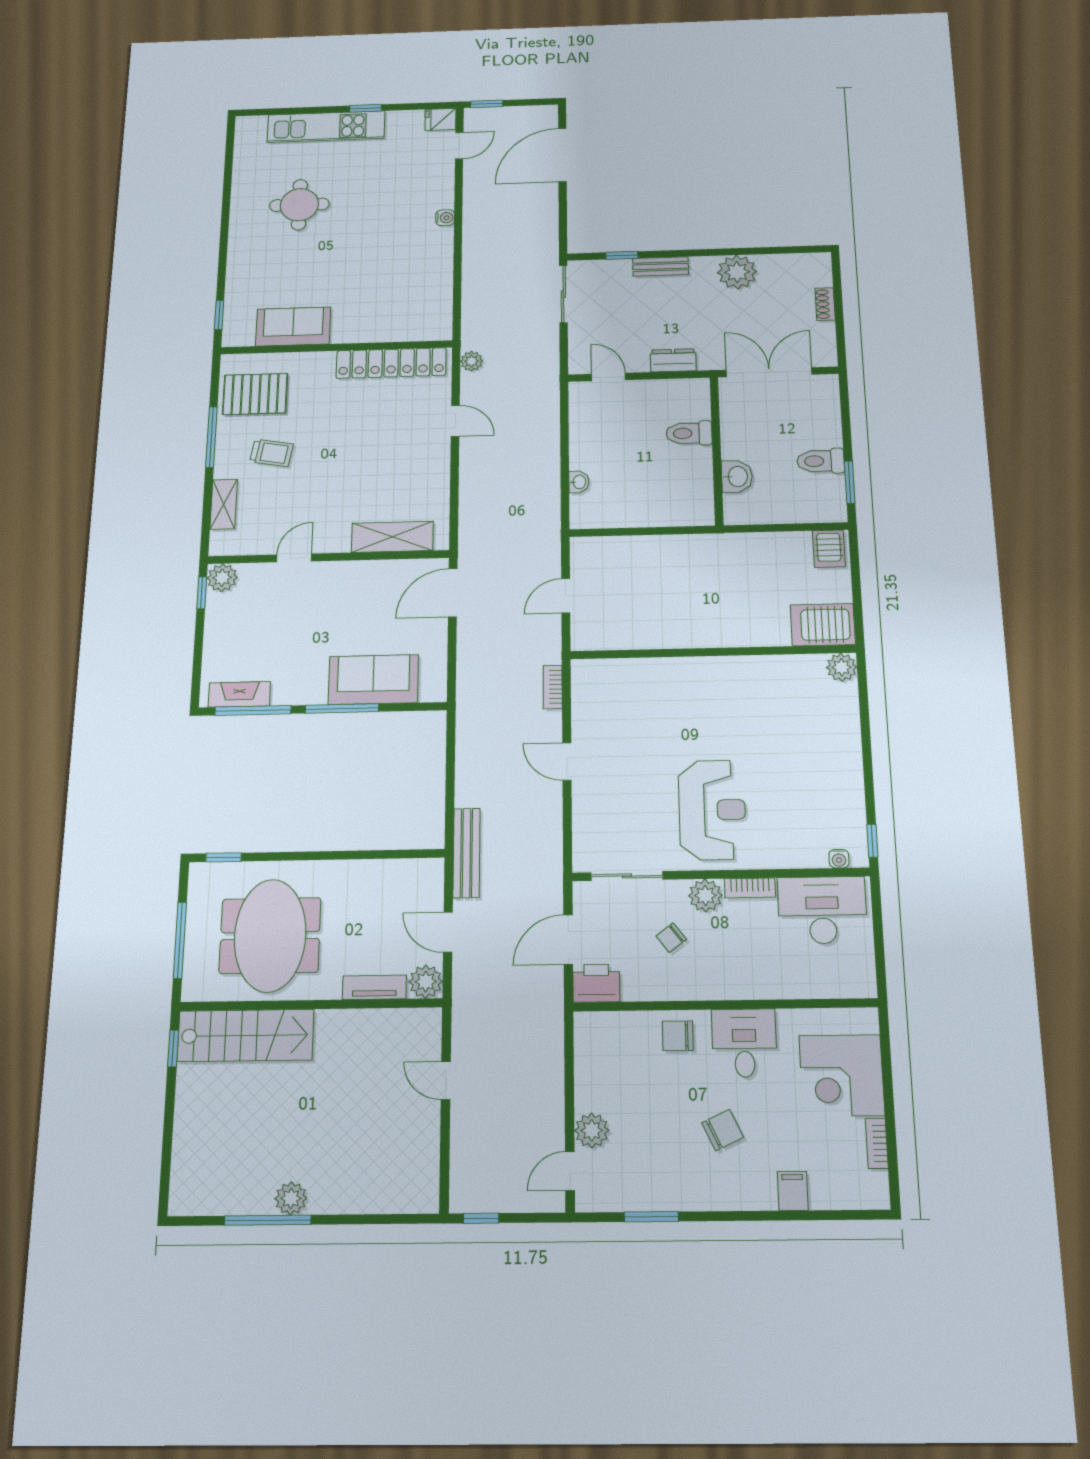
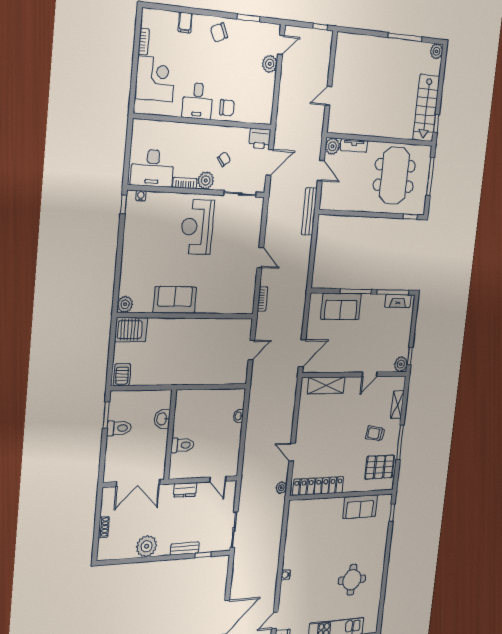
sofa: (741, 678) -> (175, 300), added
stairs: (246, 1036) -> (426, 108), moved, turned -90
door: (446, 1080) -> (329, 96), swing flipped
chair: (723, 1130) -> (219, 32), moved
plant: (291, 1198) -> (436, 51), moved

